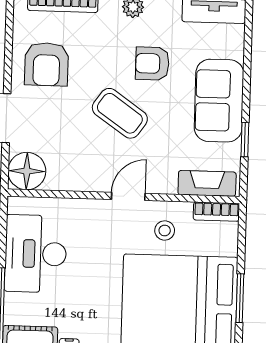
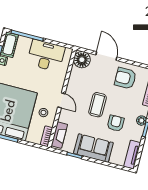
coffee table: (120, 113) -> (98, 105), turned -35

